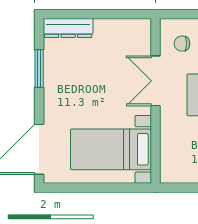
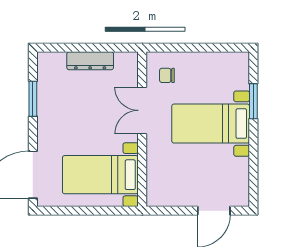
dresser: (68, 28) -> (90, 61), moved

